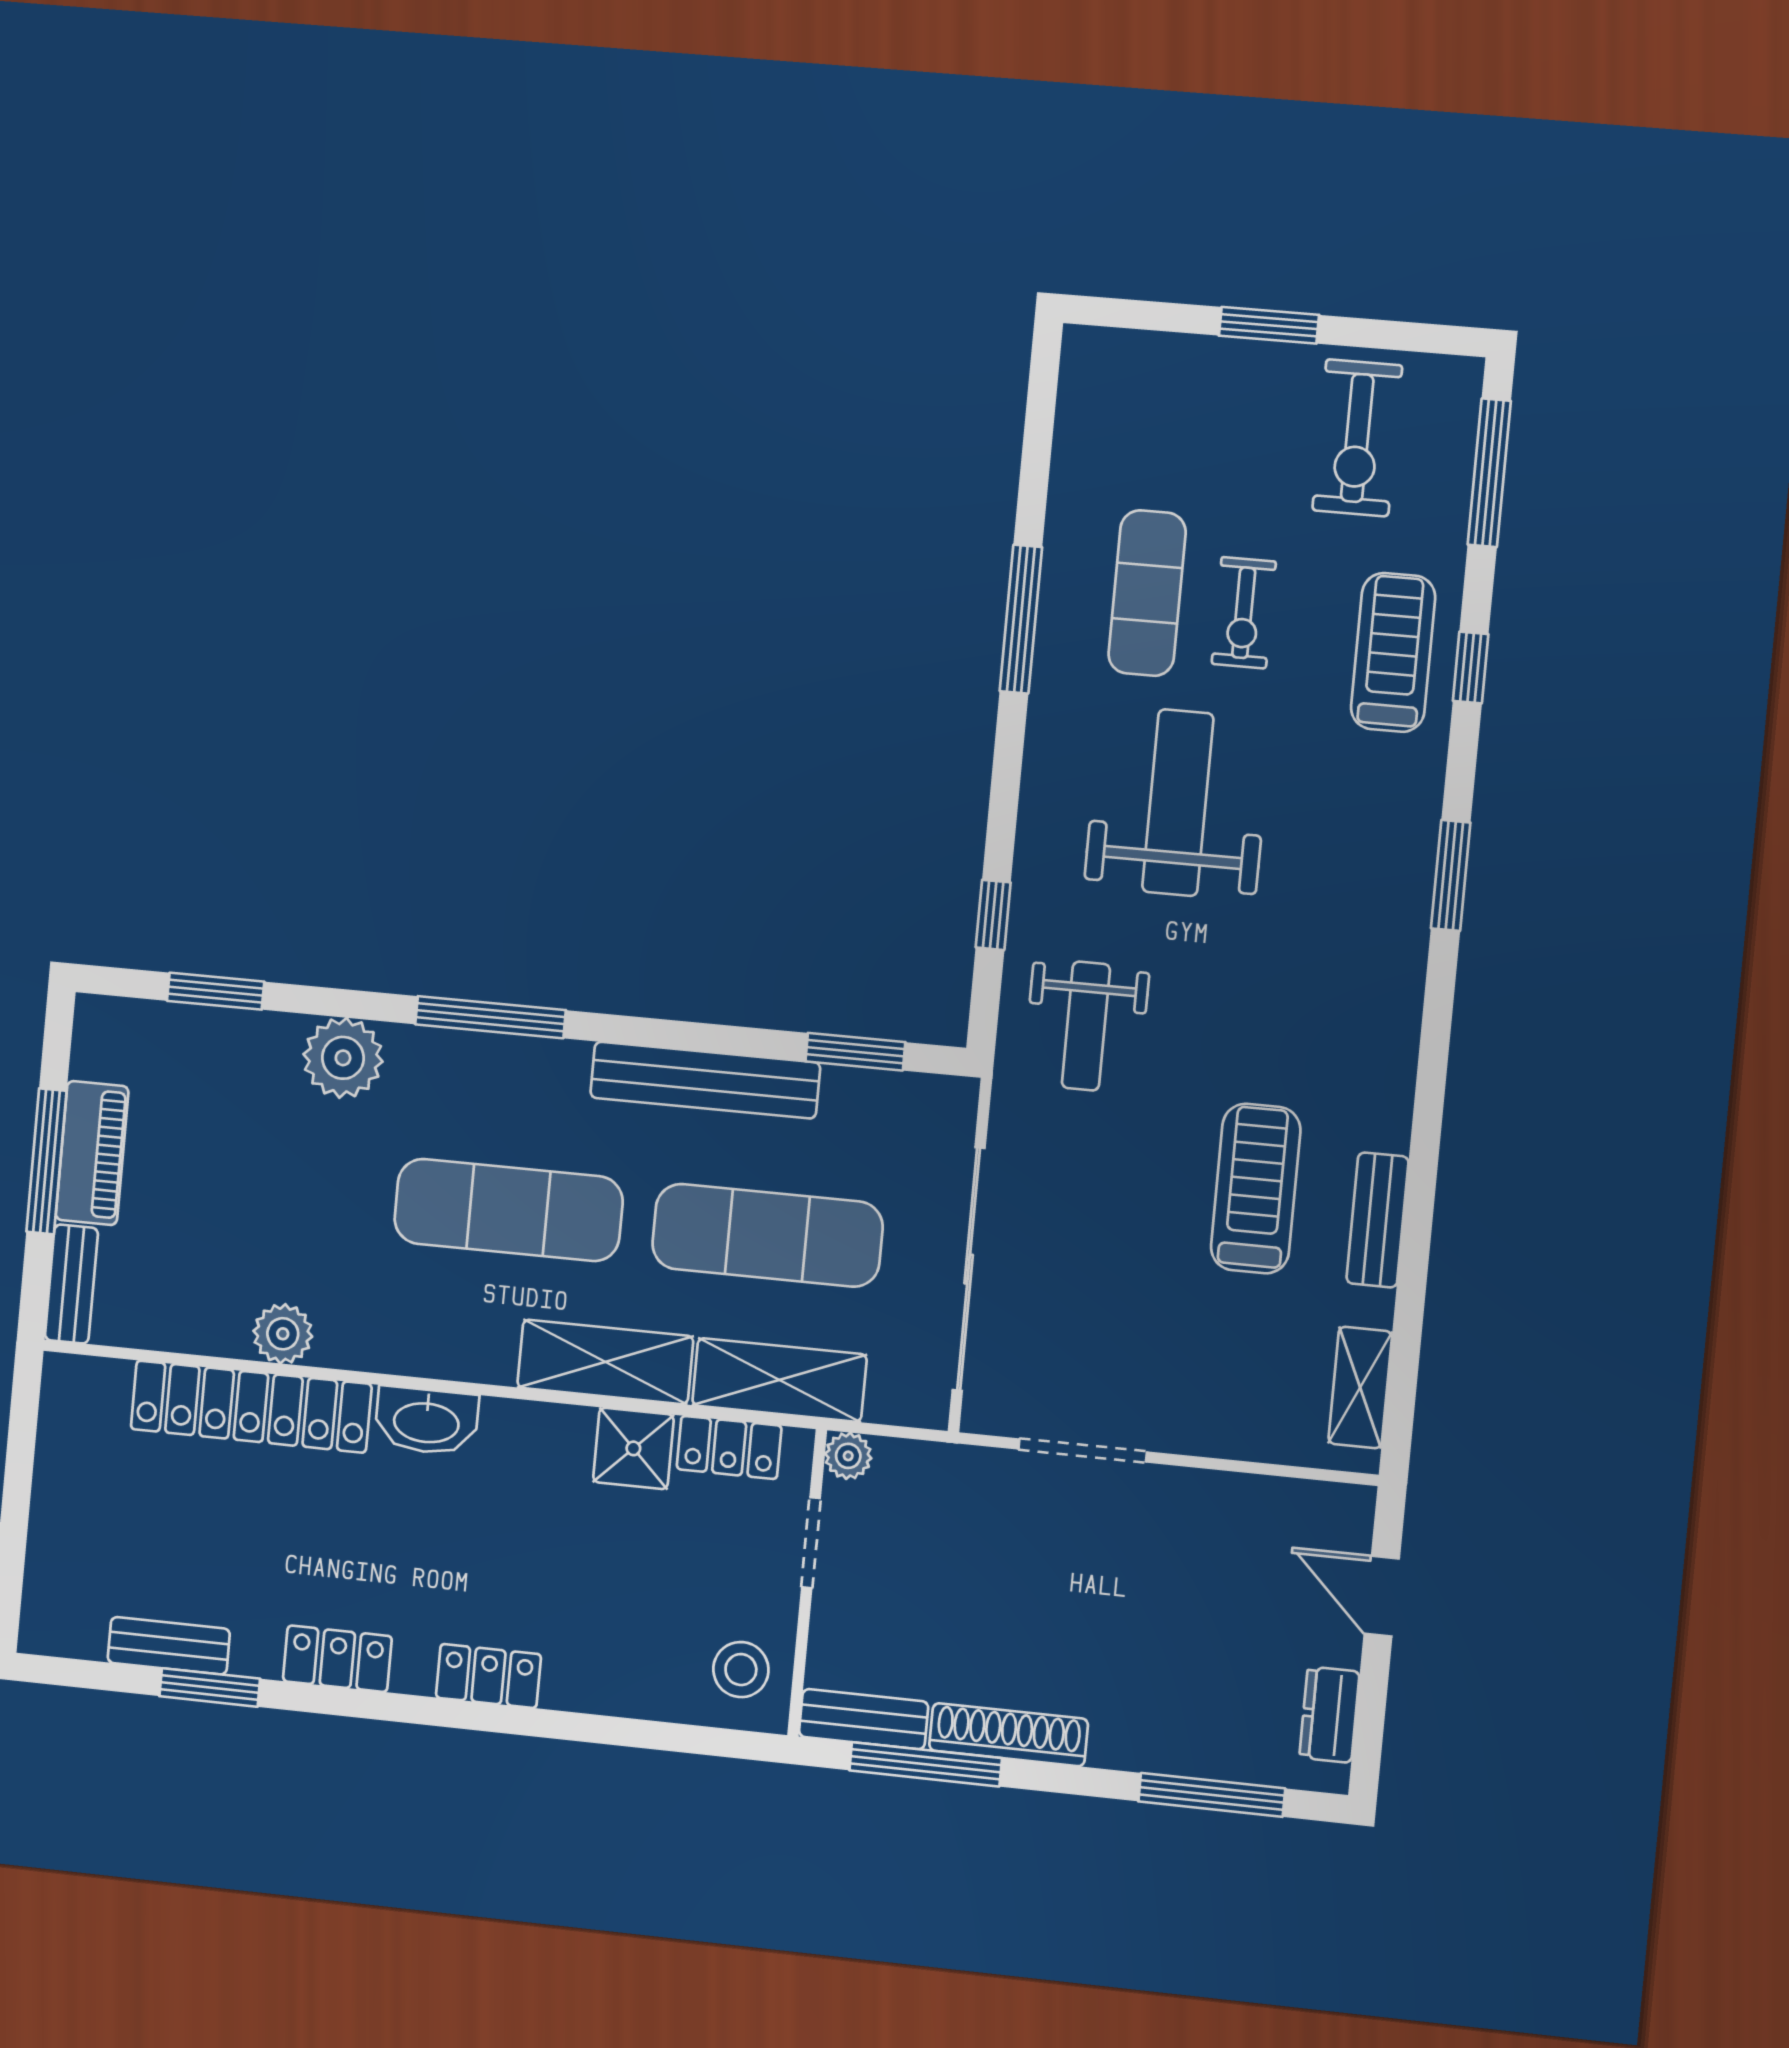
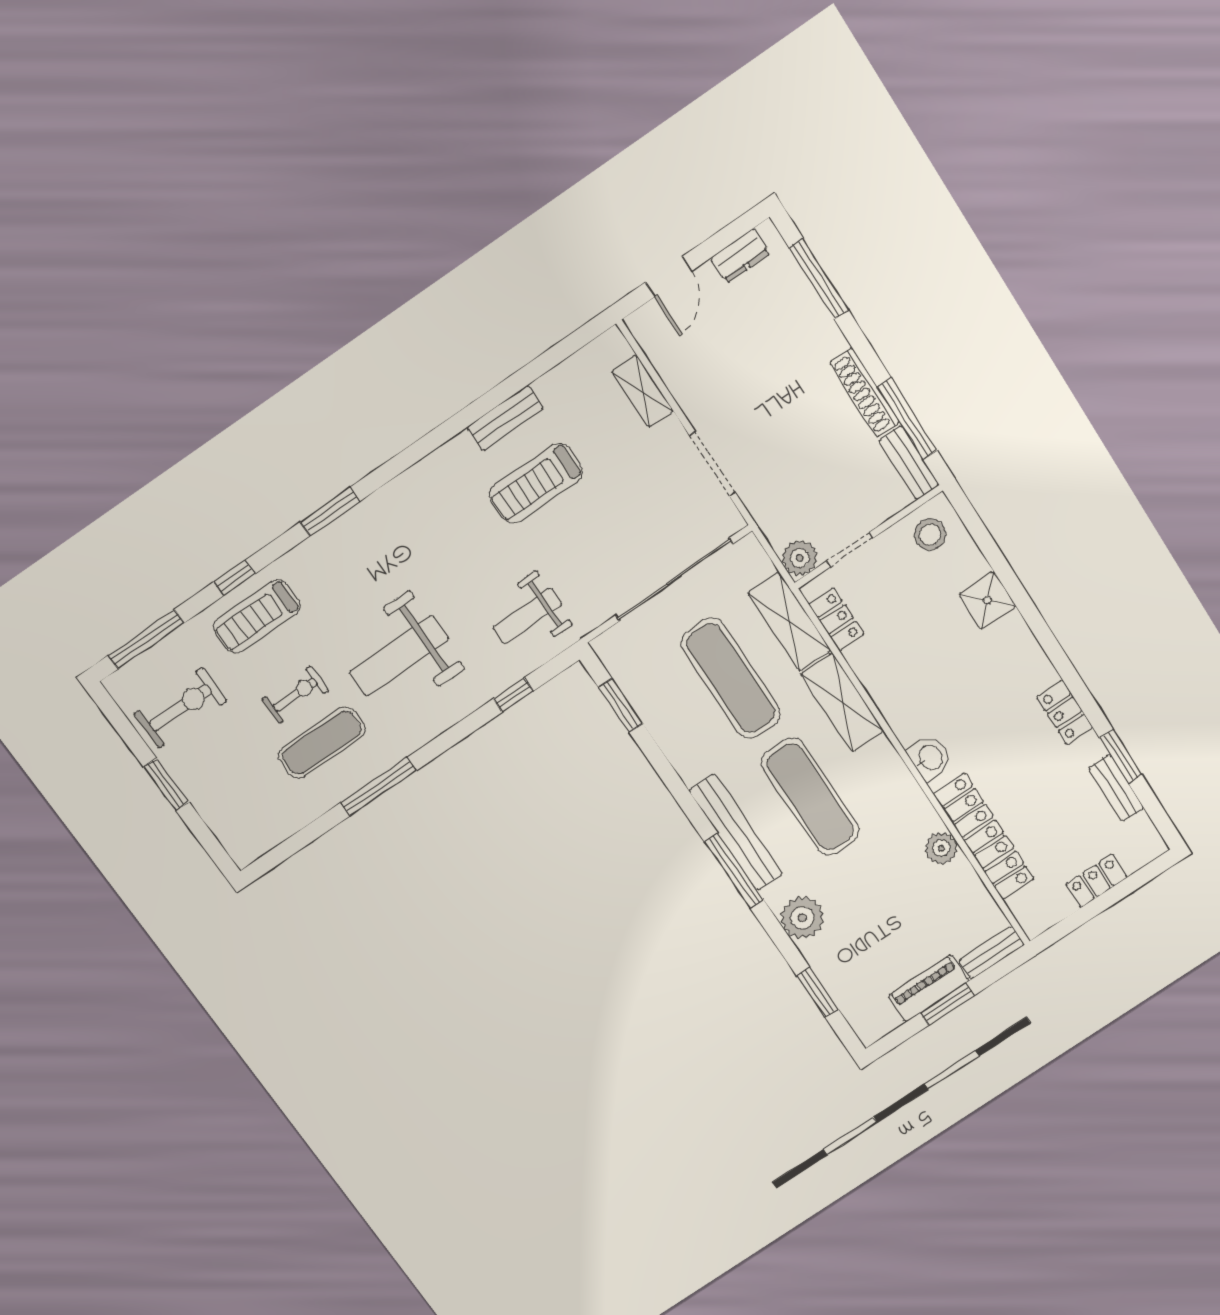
weight bench: (1086, 1026) -> (527, 616), turned 180
bench: (705, 1080) -> (736, 832), moved
window: (47, 1161) -> (947, 1004), width x0.69
shelving: (1360, 1387) -> (643, 391), moved, turned 90
washbasin: (426, 1421) -> (930, 758), width x0.72
shower: (633, 1448) -> (987, 600), moved
plant: (848, 1456) -> (800, 558), width x1.38, depth x1.38
locker: (488, 1676) -> (1097, 881), moved, turned 90

